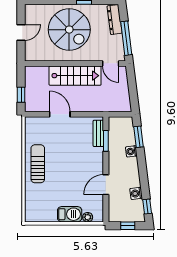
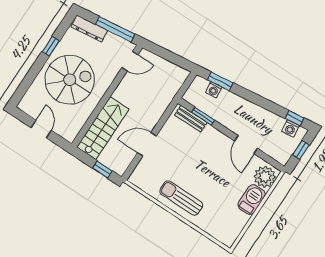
stairs: (75, 76) -> (103, 128), moved
washing machine: (131, 151) -> (214, 90), moved
washing machine: (136, 193) -> (290, 128), moved
plant: (88, 217) -> (265, 177), width x1.88, depth x1.88

